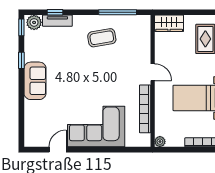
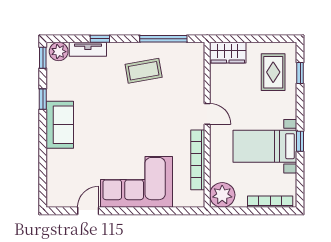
window: (55, 12) -> (100, 39), moved
plant: (160, 142) -> (222, 195), width x1.88, depth x1.88

